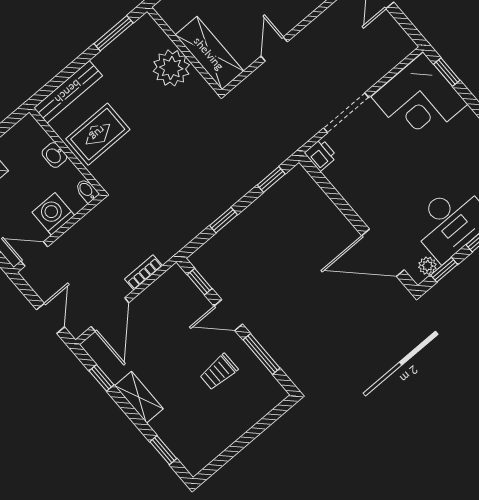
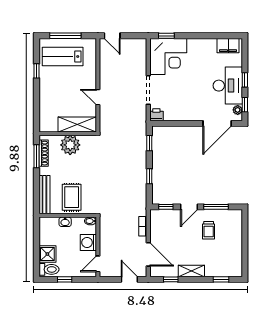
shoe rack: (127, 40) -> (44, 153), added

